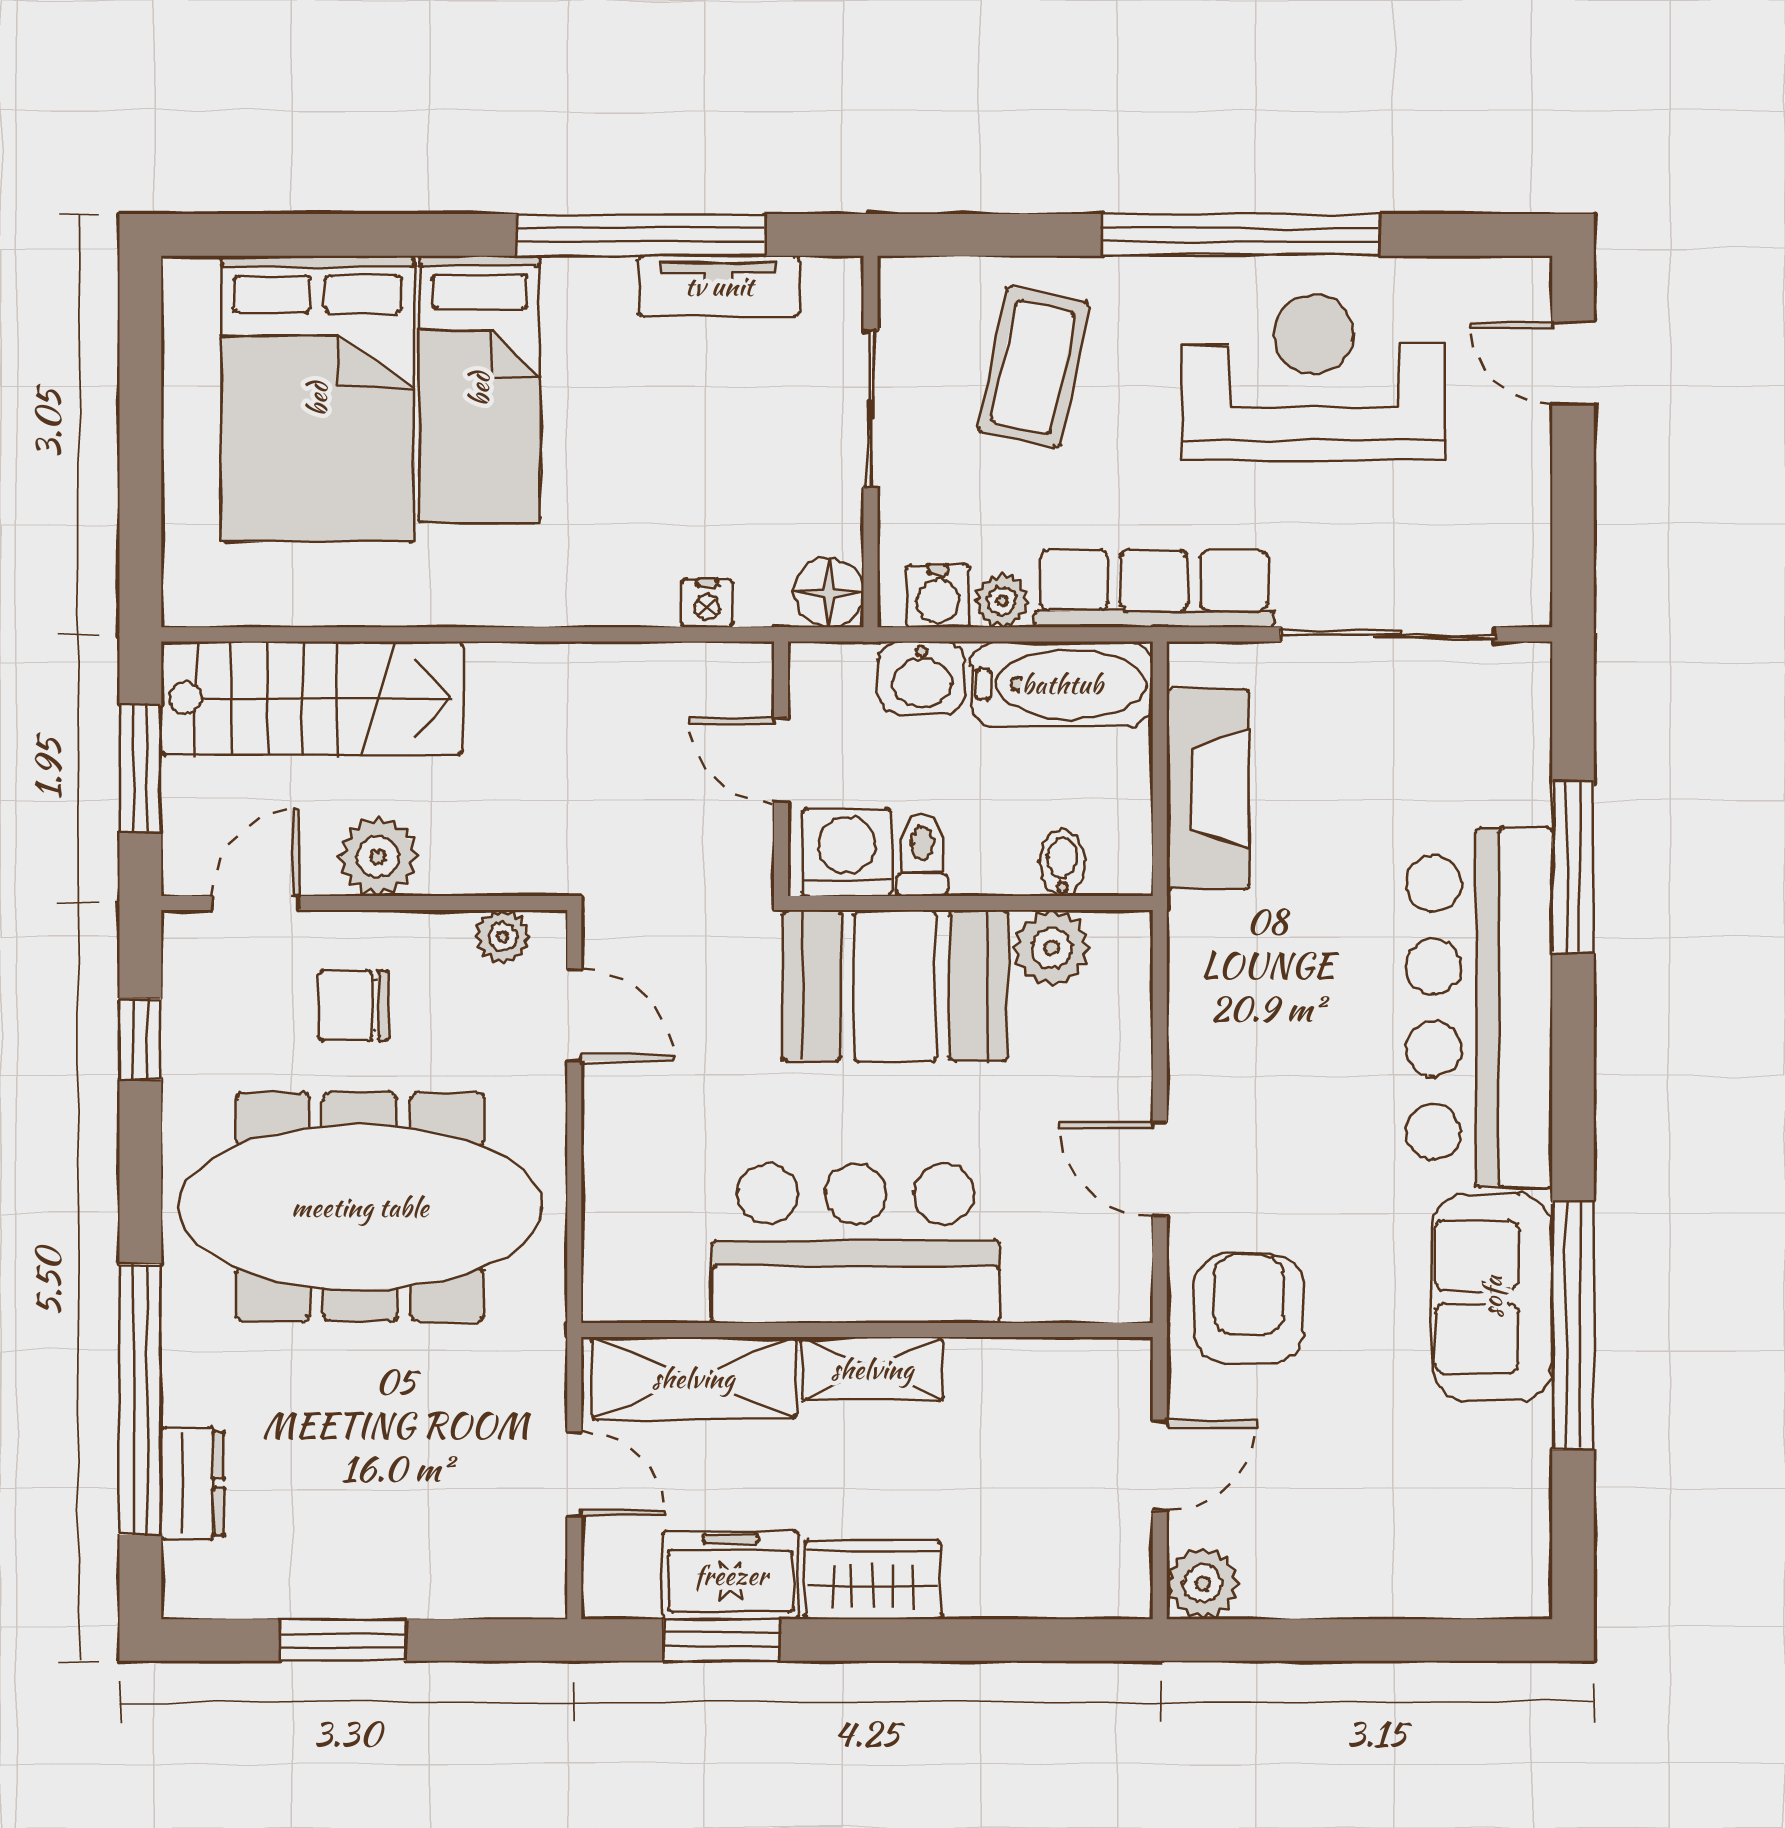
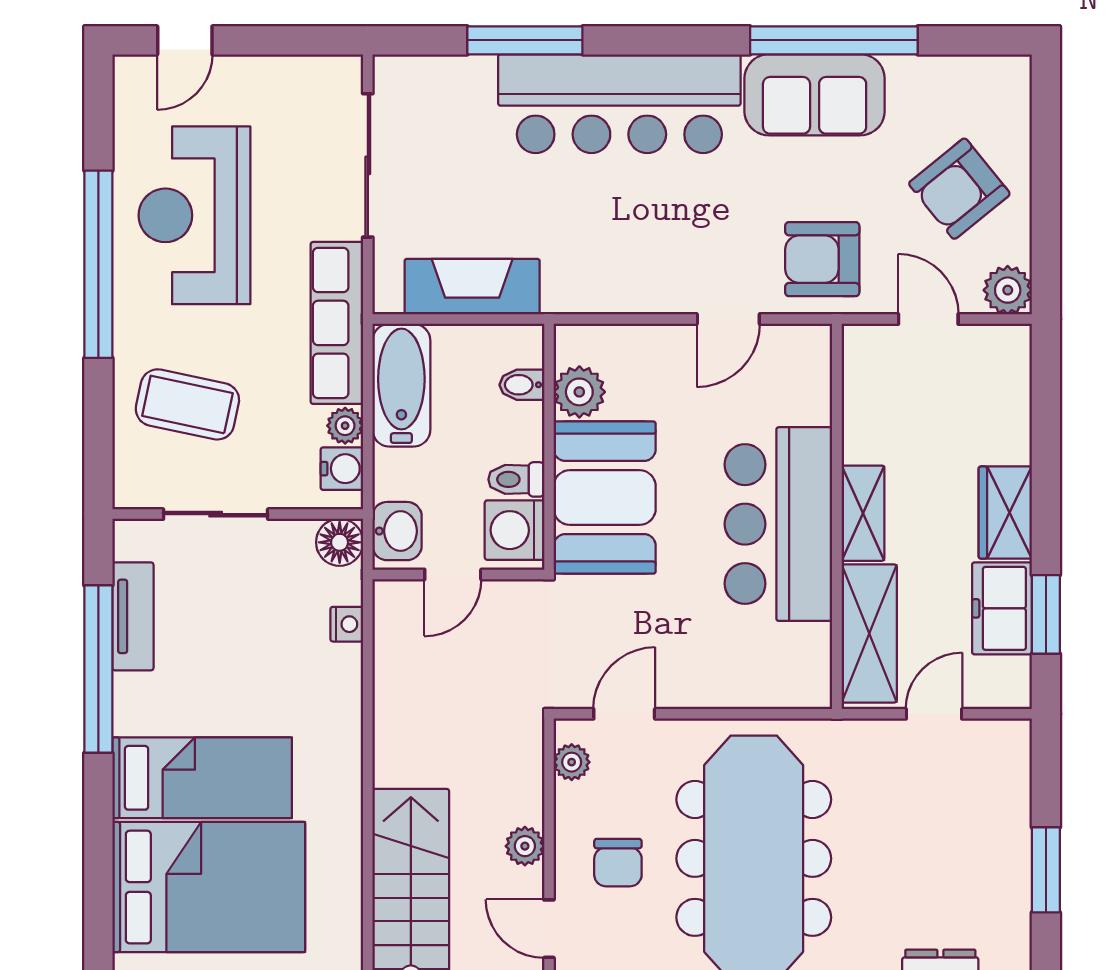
washbasin: (922, 678) -> (397, 531), moved
plant: (378, 857) -> (525, 846), width x0.73, depth x0.73
armchair: (1353, 1512) -> (959, 189), added

